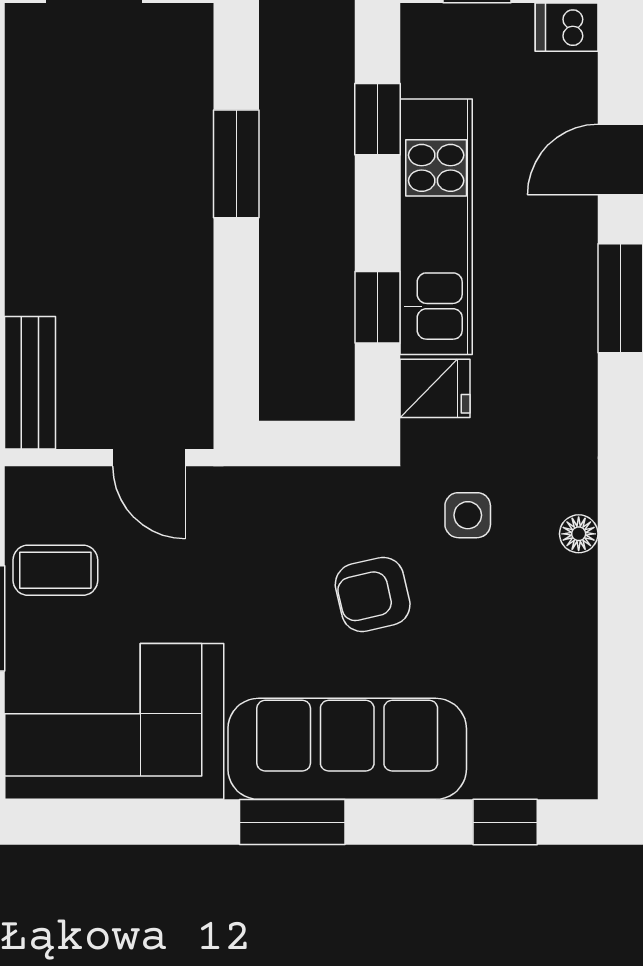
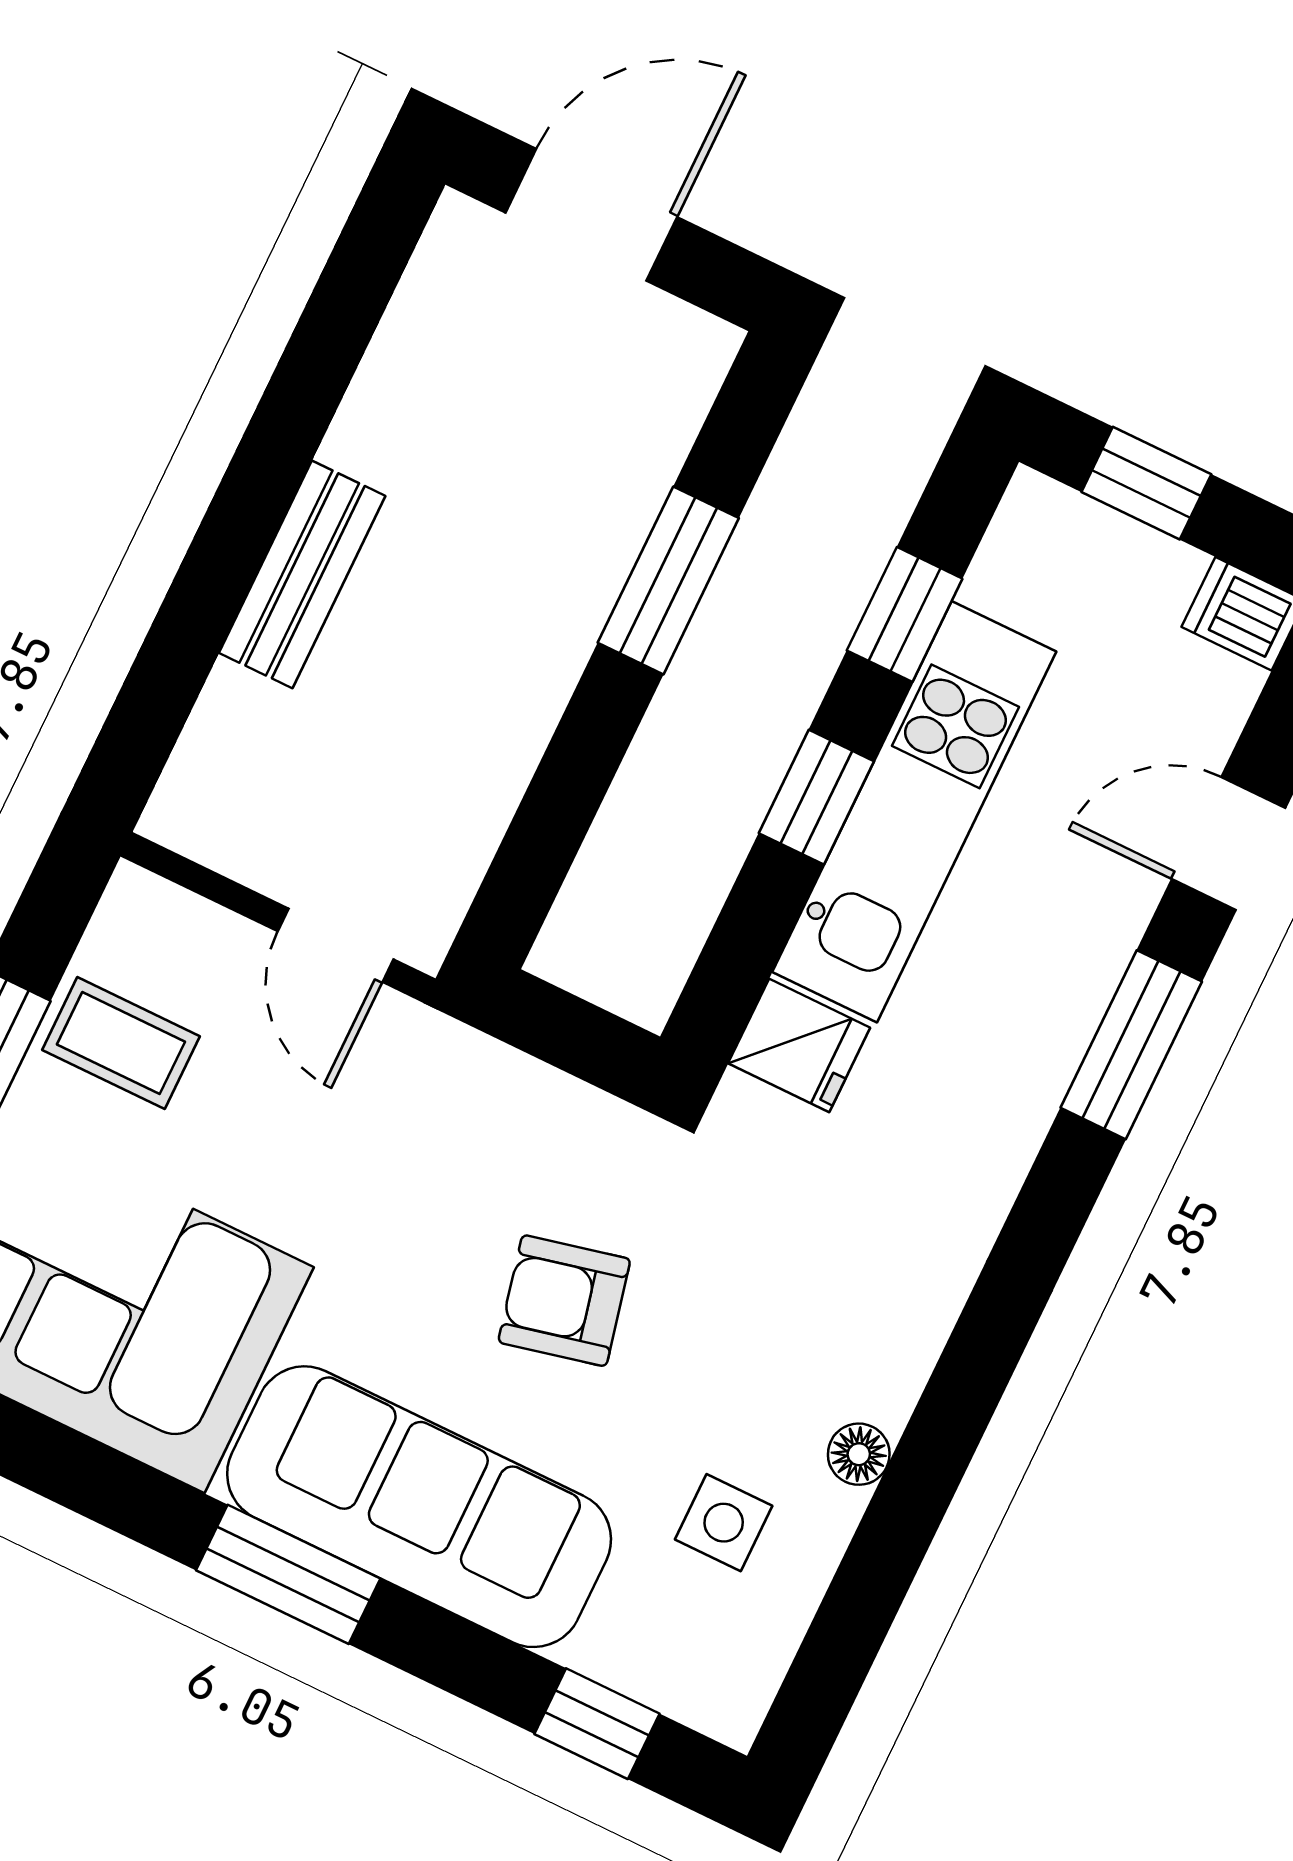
window: (377, 307) -> (816, 797), moved
bench: (30, 383) -> (302, 574), moved
side table: (468, 515) -> (724, 1523), moved
floor lamp: (579, 534) -> (859, 1454), moved

